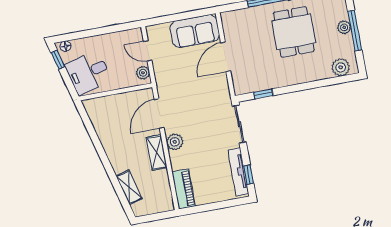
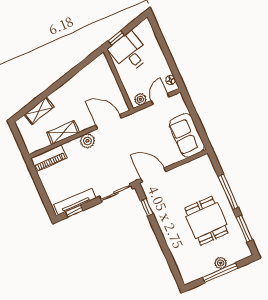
dining table: (294, 32) -> (206, 221), turned 90
floor lamp: (66, 46) -> (171, 80), moved
door: (226, 57) -> (153, 175), moved
window: (58, 60) -> (116, 38), moved
plant: (341, 67) -> (186, 268), removed
shelving: (157, 153) -> (63, 132), moved

